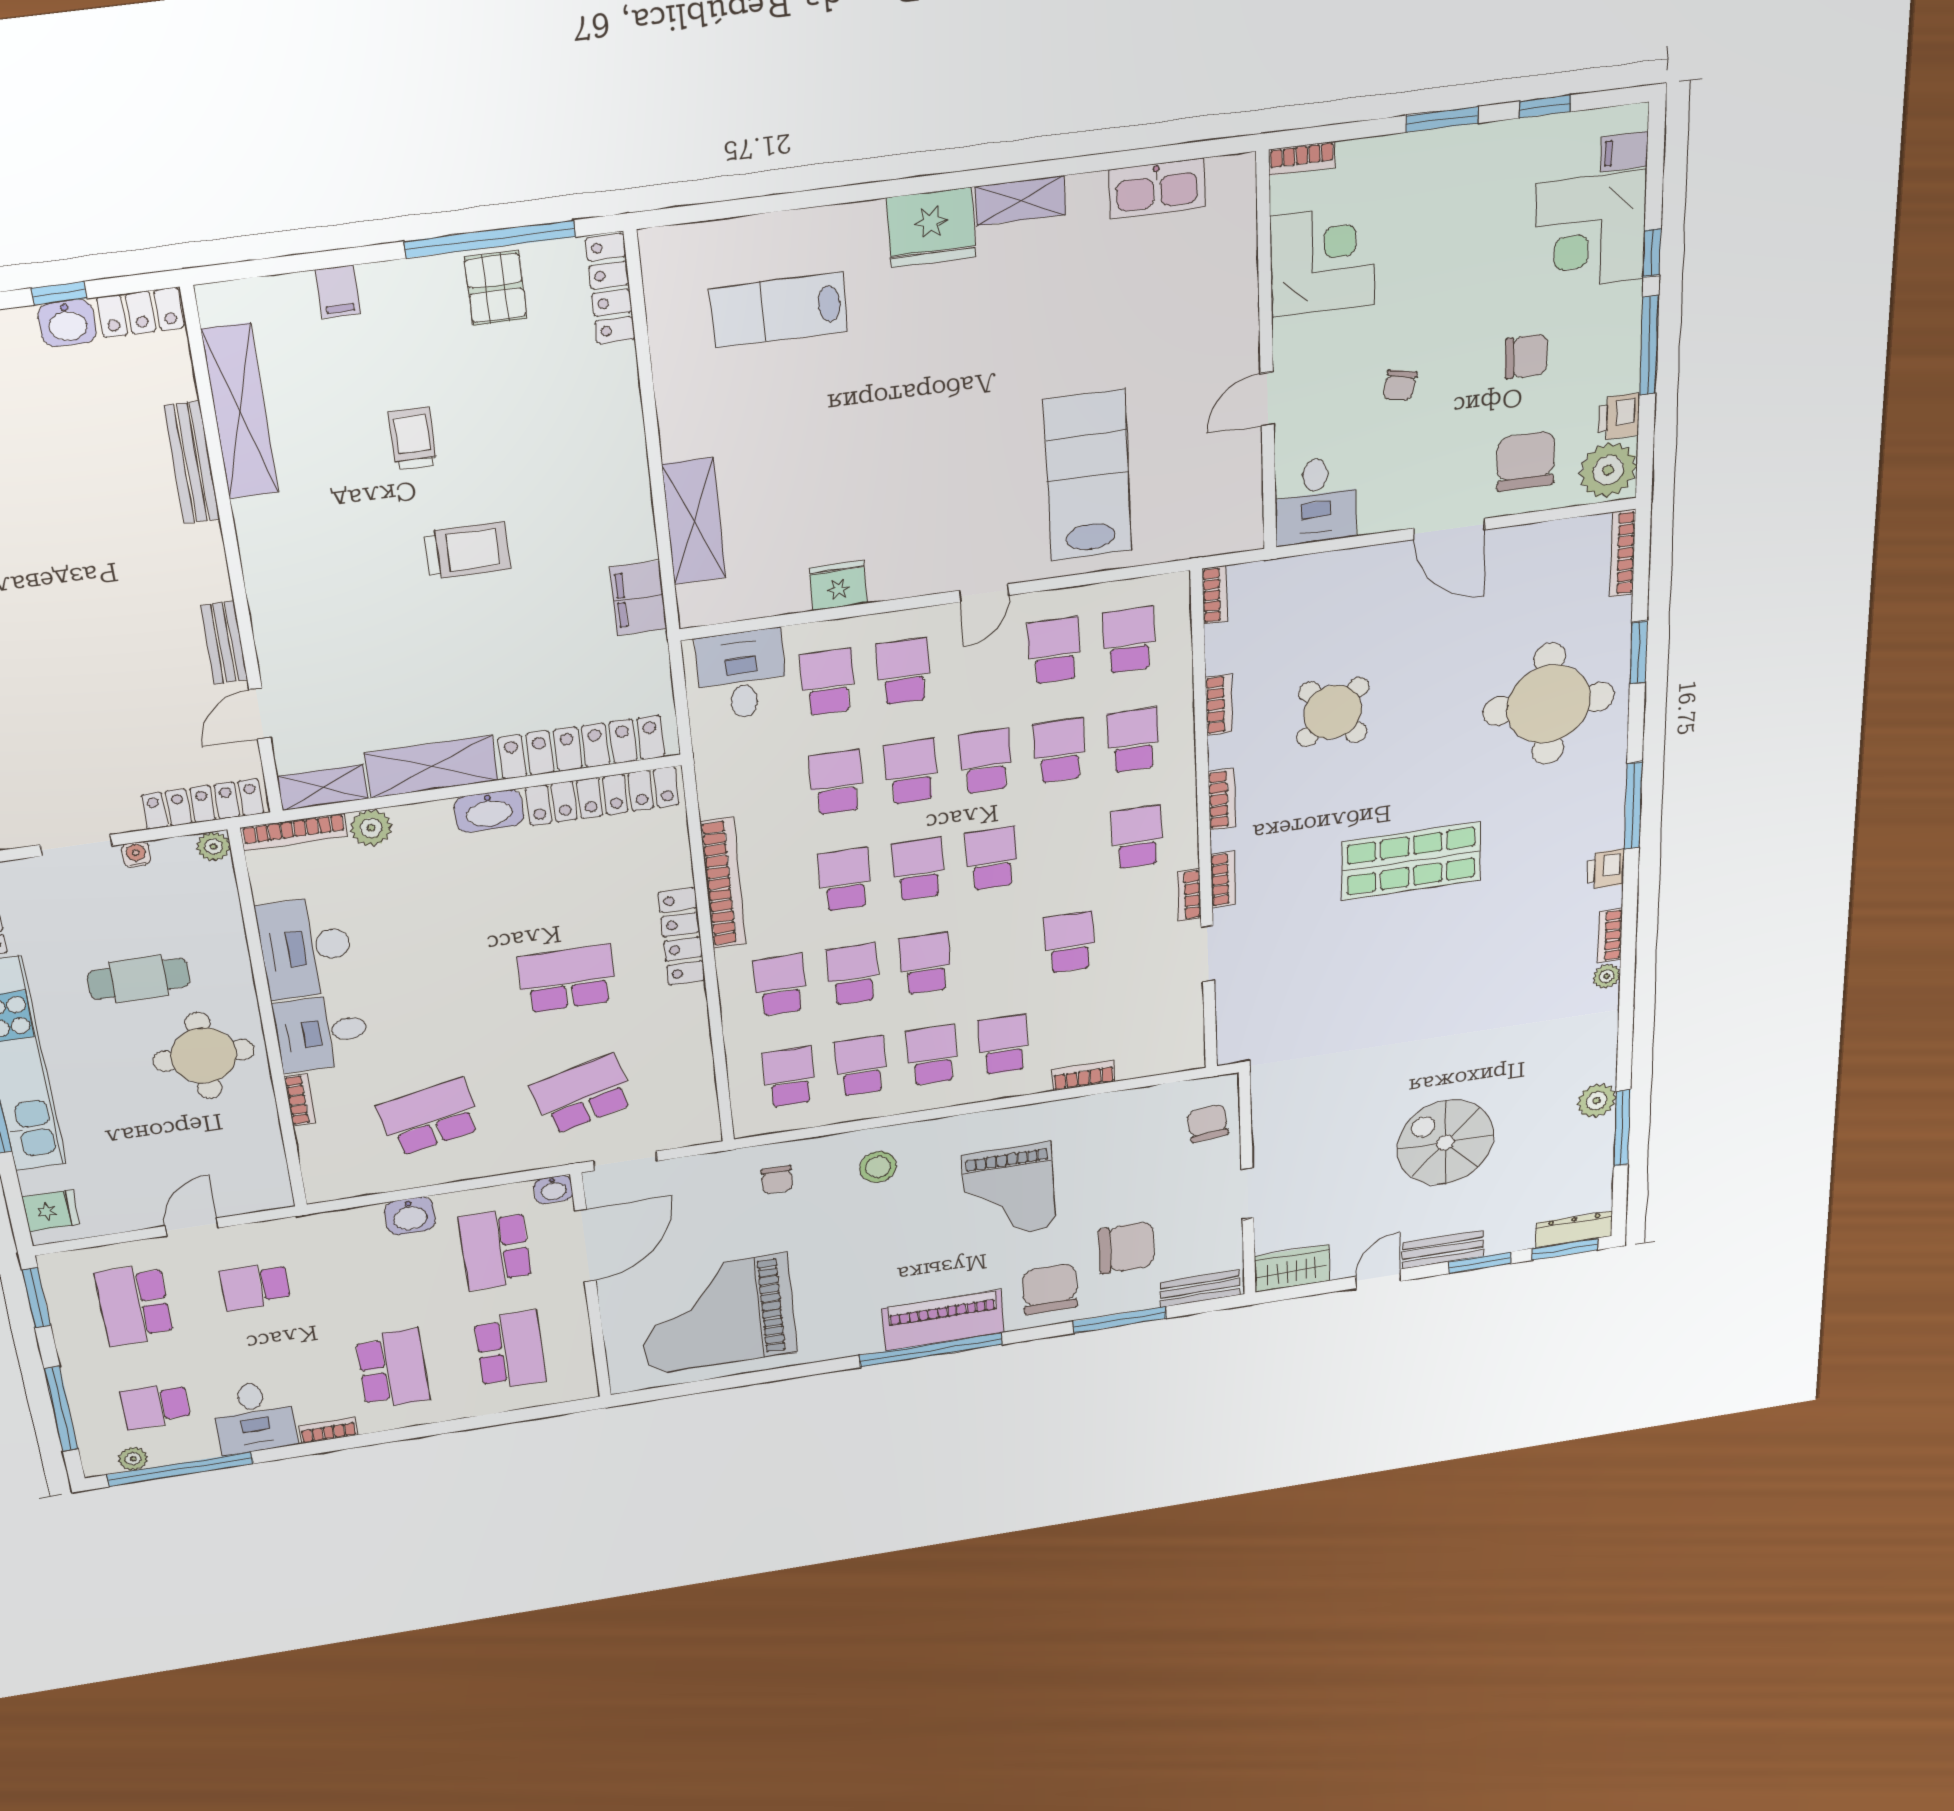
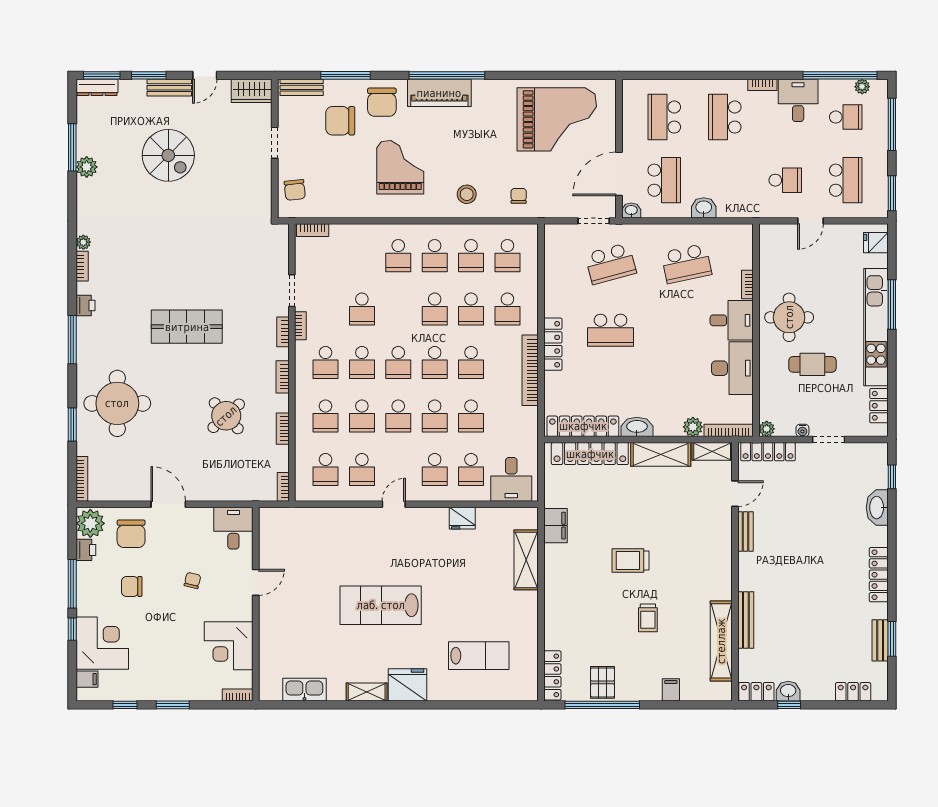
lab bench: (1088, 476) -> (381, 605), moved, turned 90
school desk: (1064, 848) -> (362, 363), added
bookcase: (1083, 1076) -> (313, 230), moved

